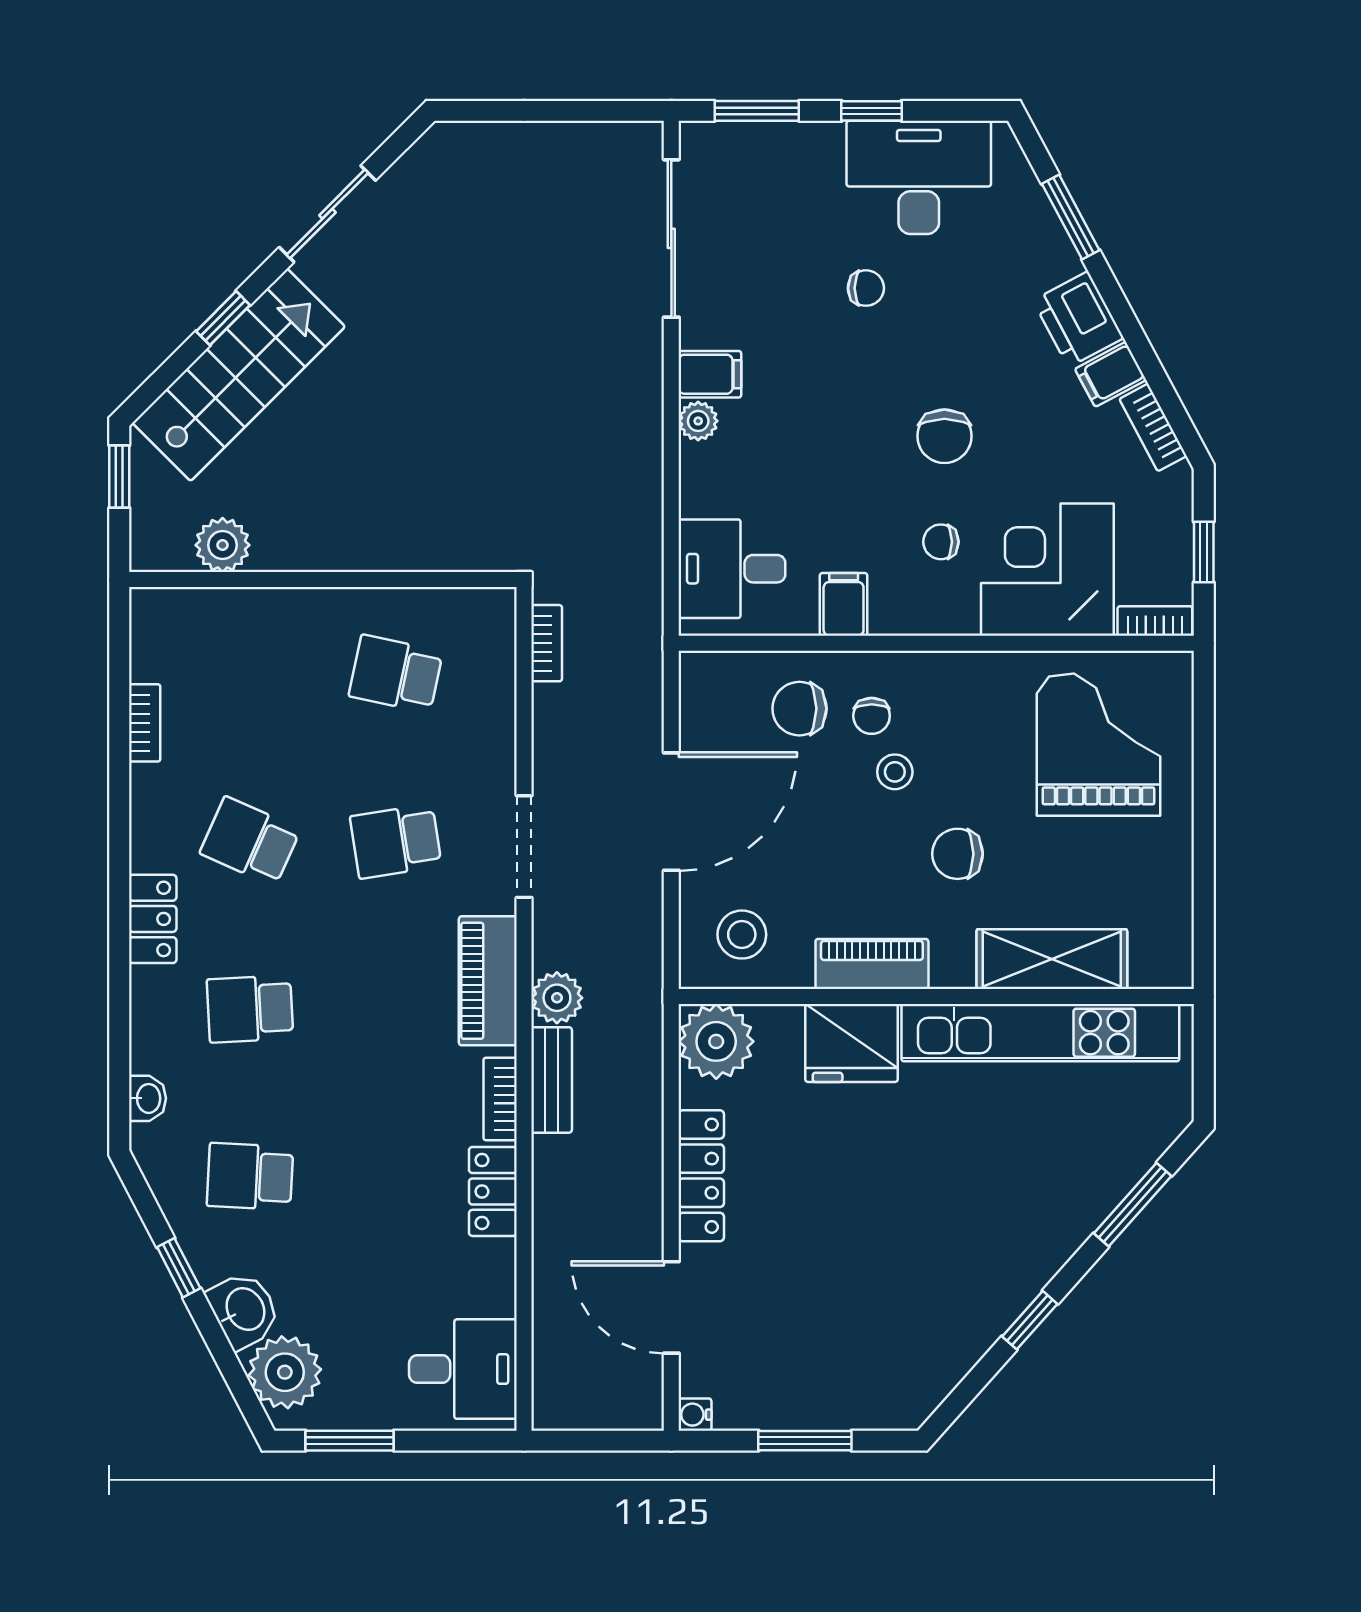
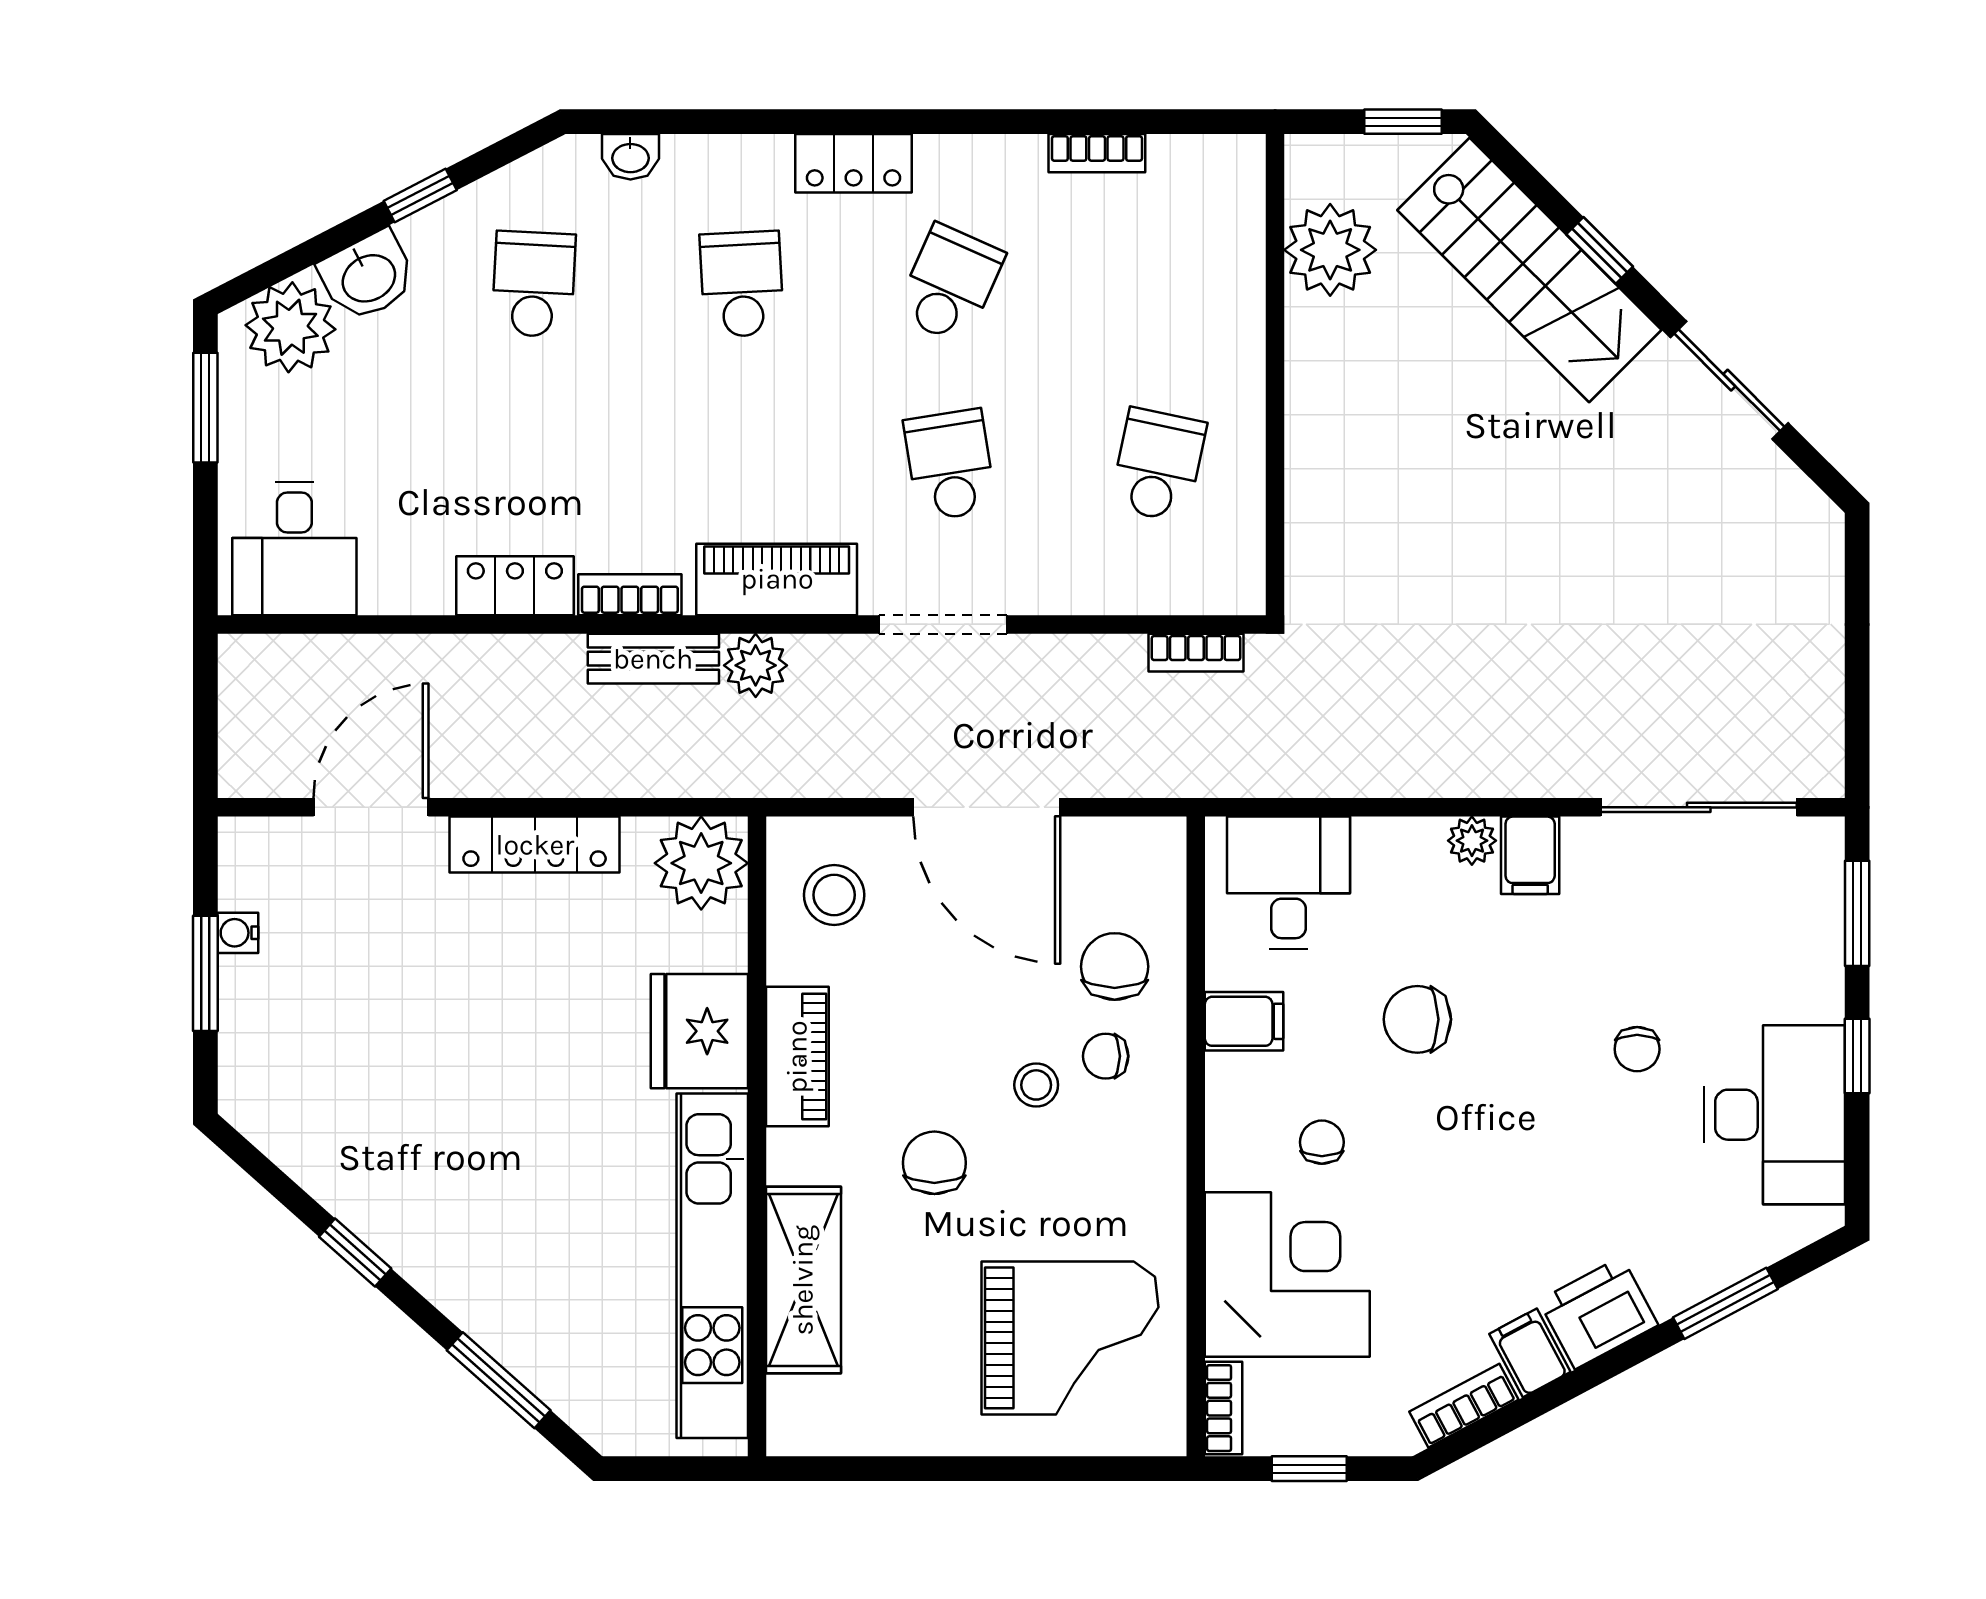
chair: (944, 436) -> (1417, 1019), moved
plant: (223, 545) -> (1330, 250), width x1.36, depth x1.36
water cooler: (695, 1415) -> (238, 933), moved, turned -90

